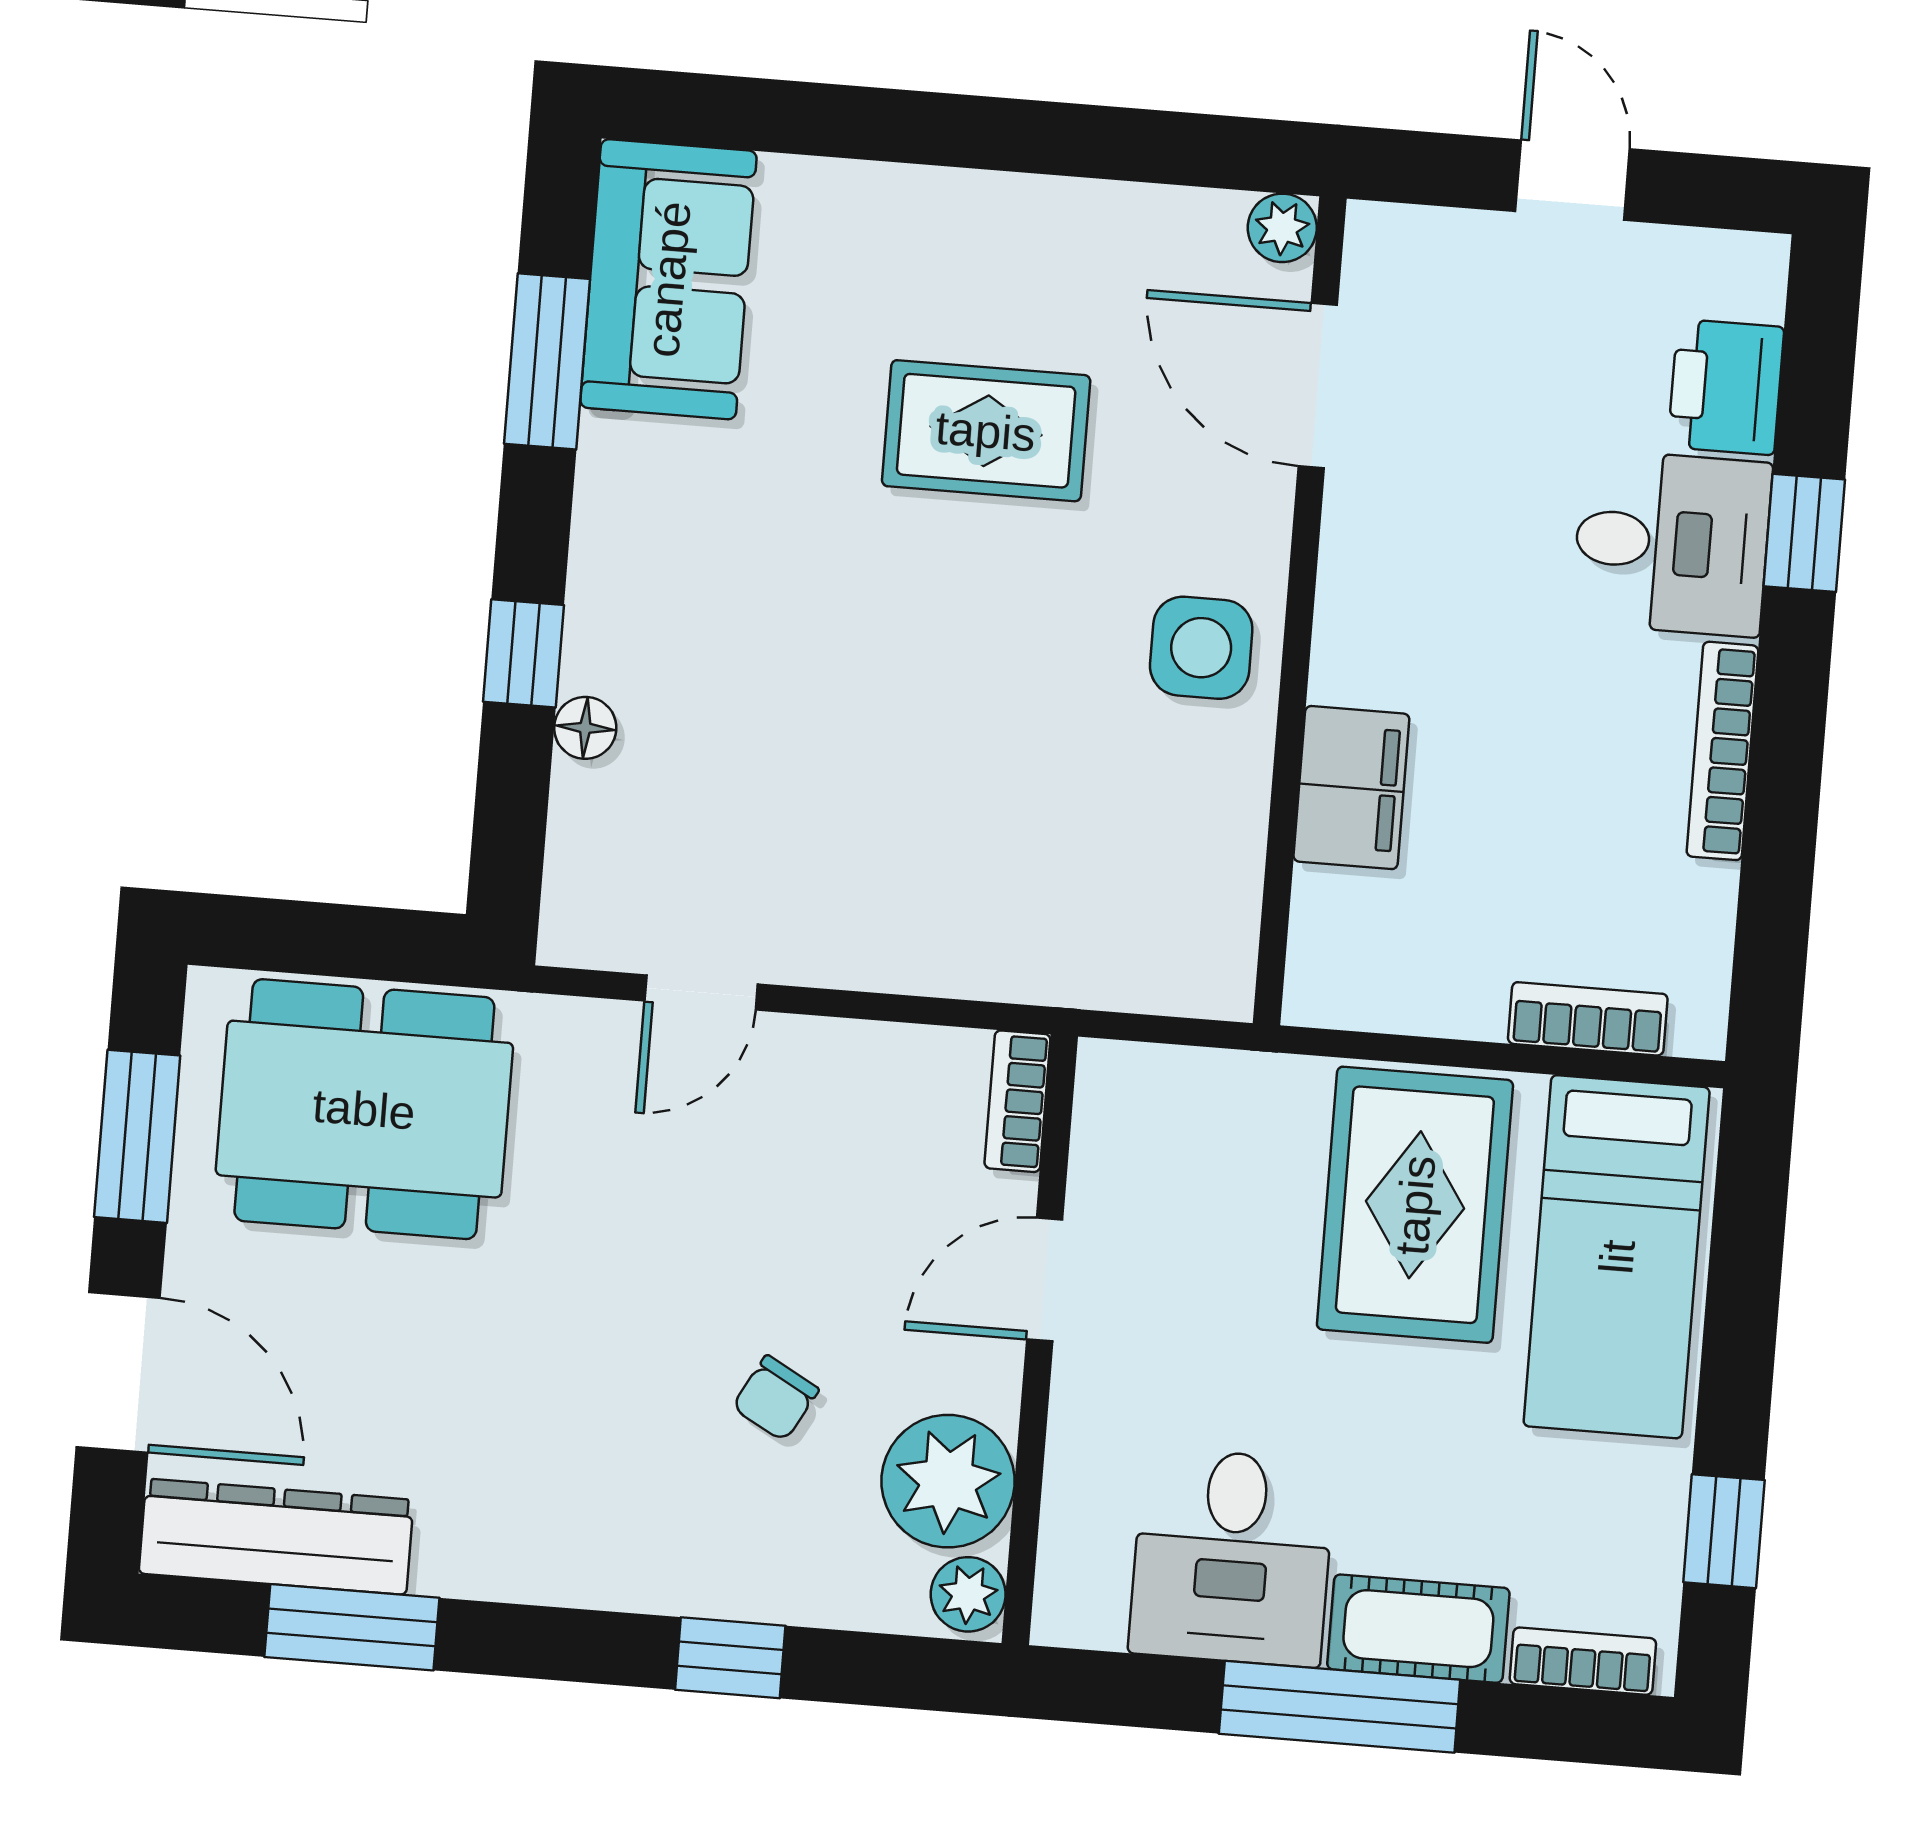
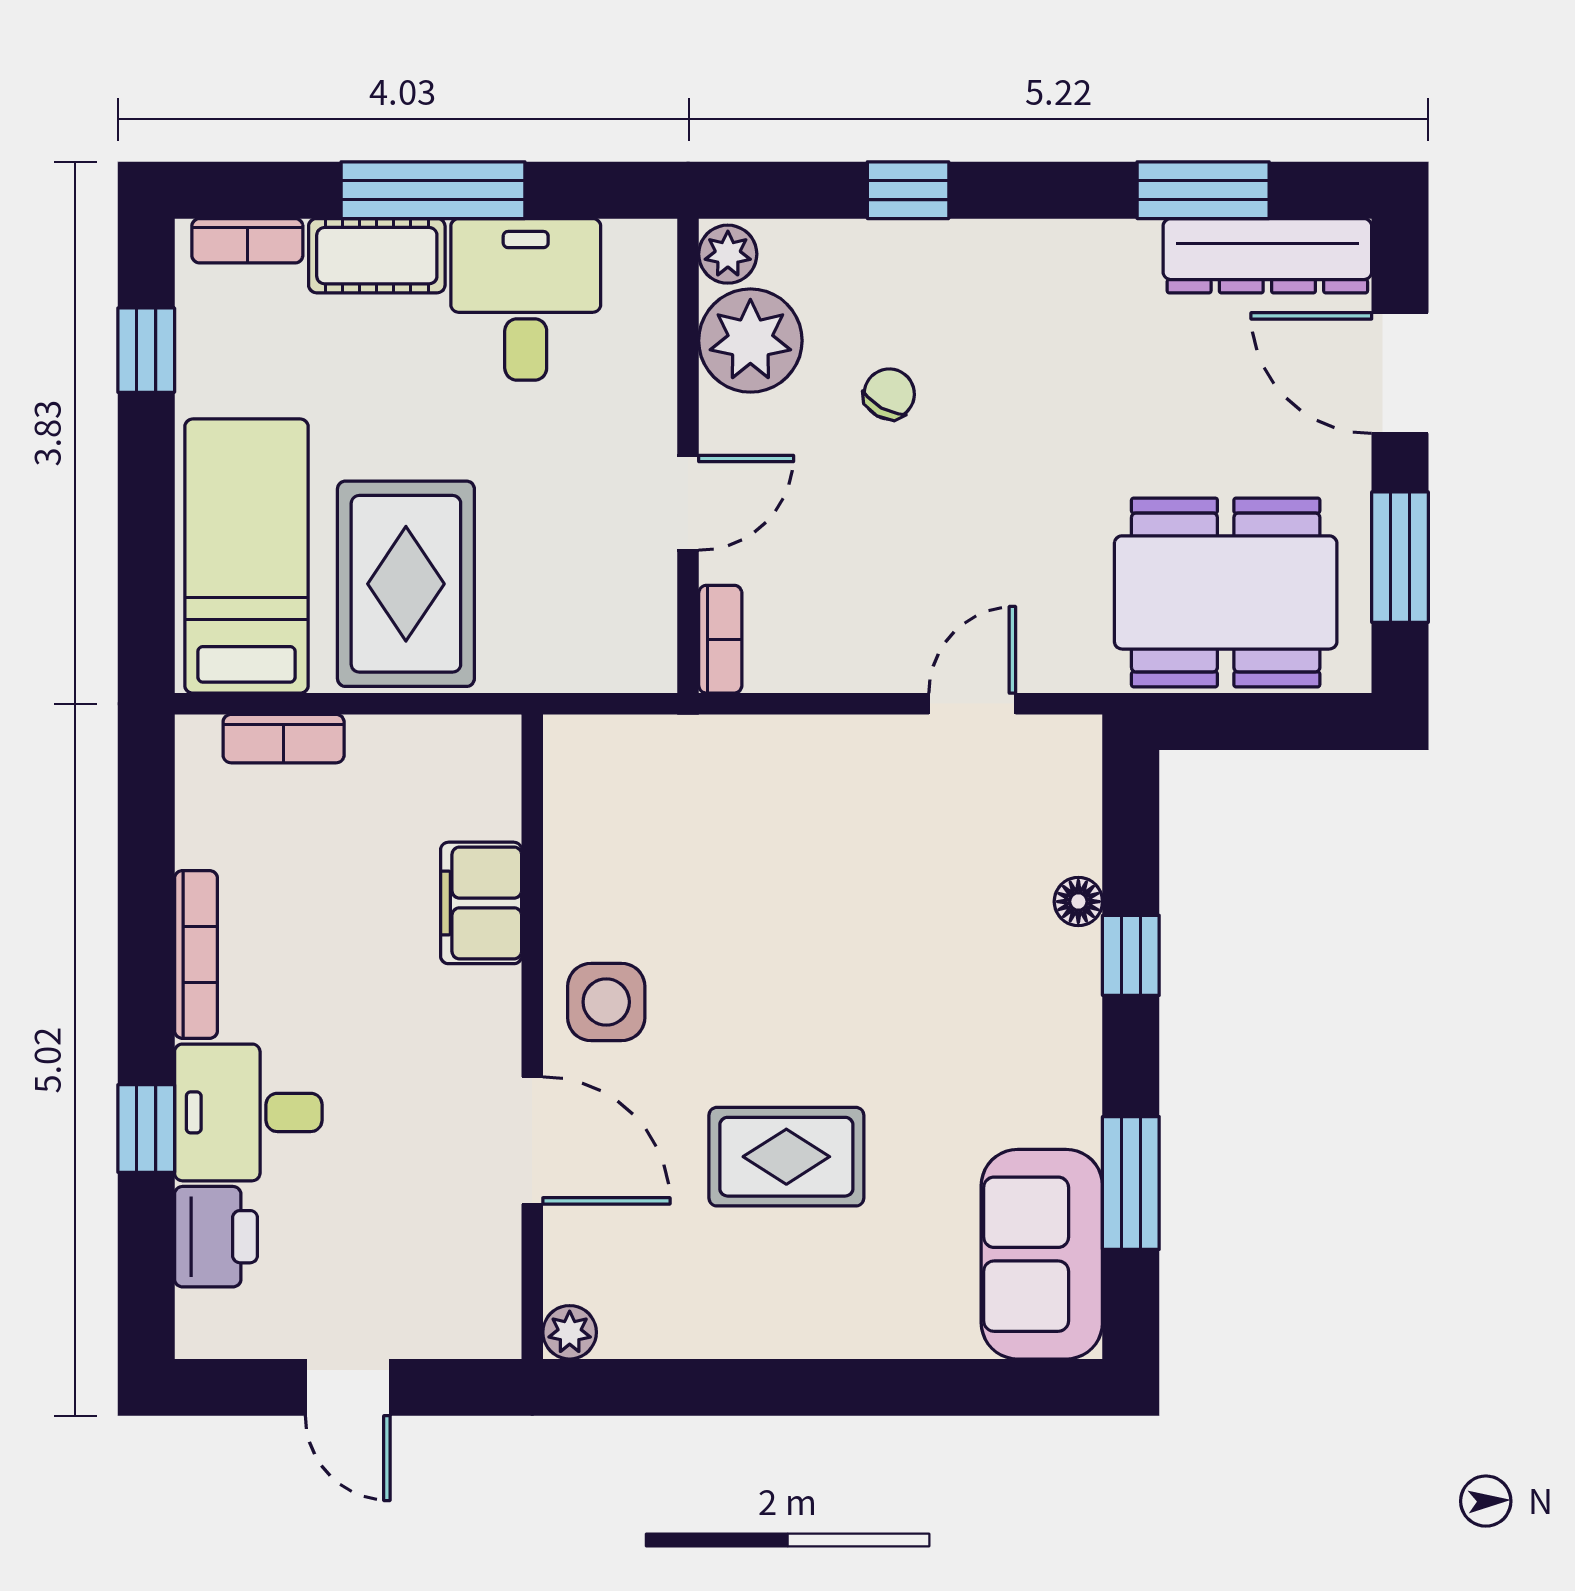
door: (1318, 386) -> (532, 1140), moved

